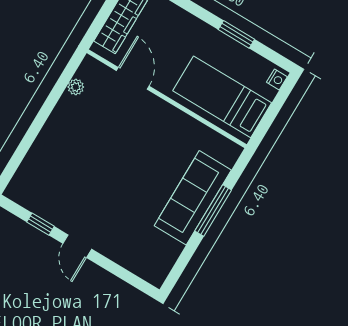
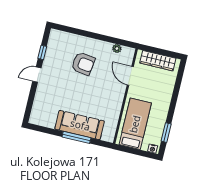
window: (236, 34) -> (166, 133), moved
door: (133, 78) -> (130, 76), swing flipped
armchair: (84, 157) -> (83, 64), added

